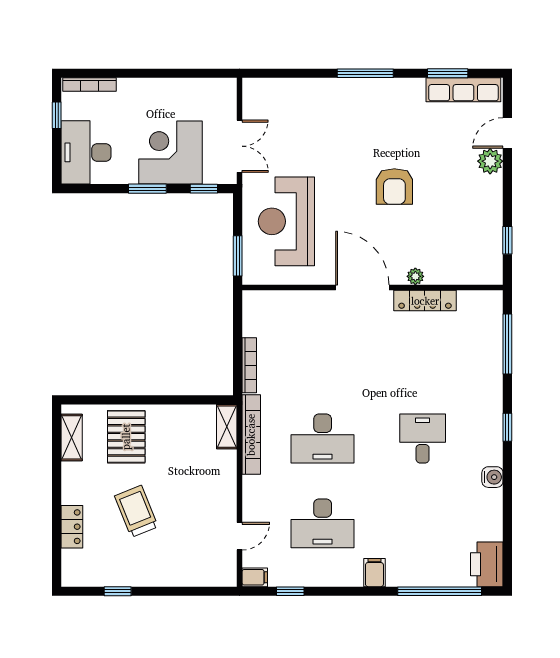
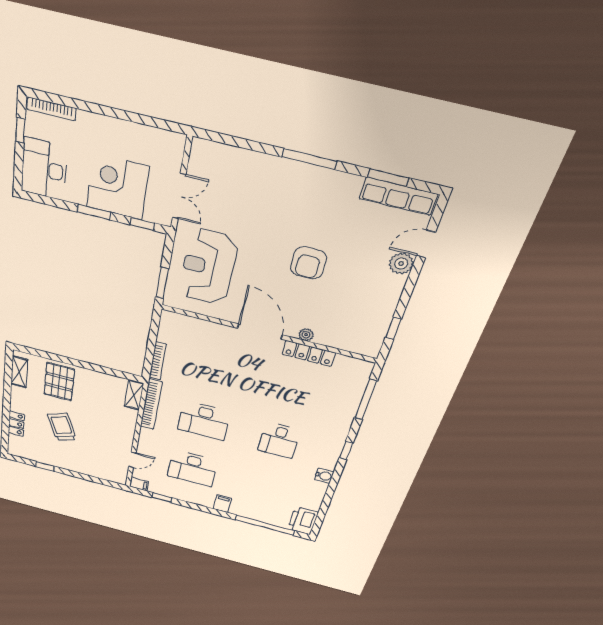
desk: (423, 438) -> (279, 440), turned 180

